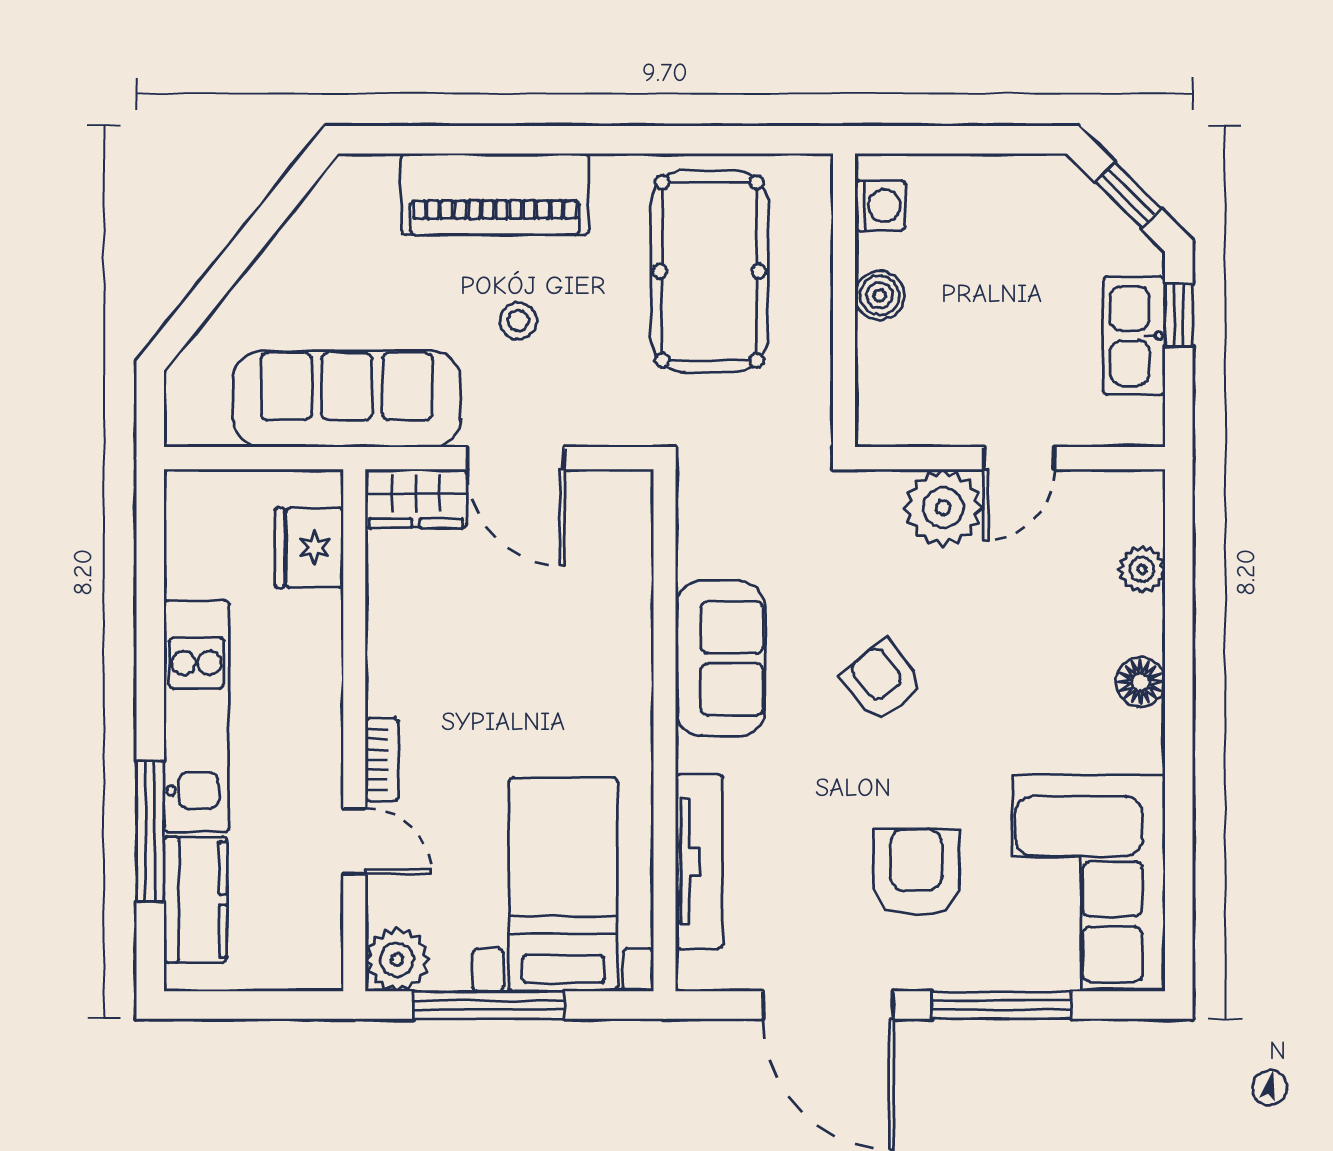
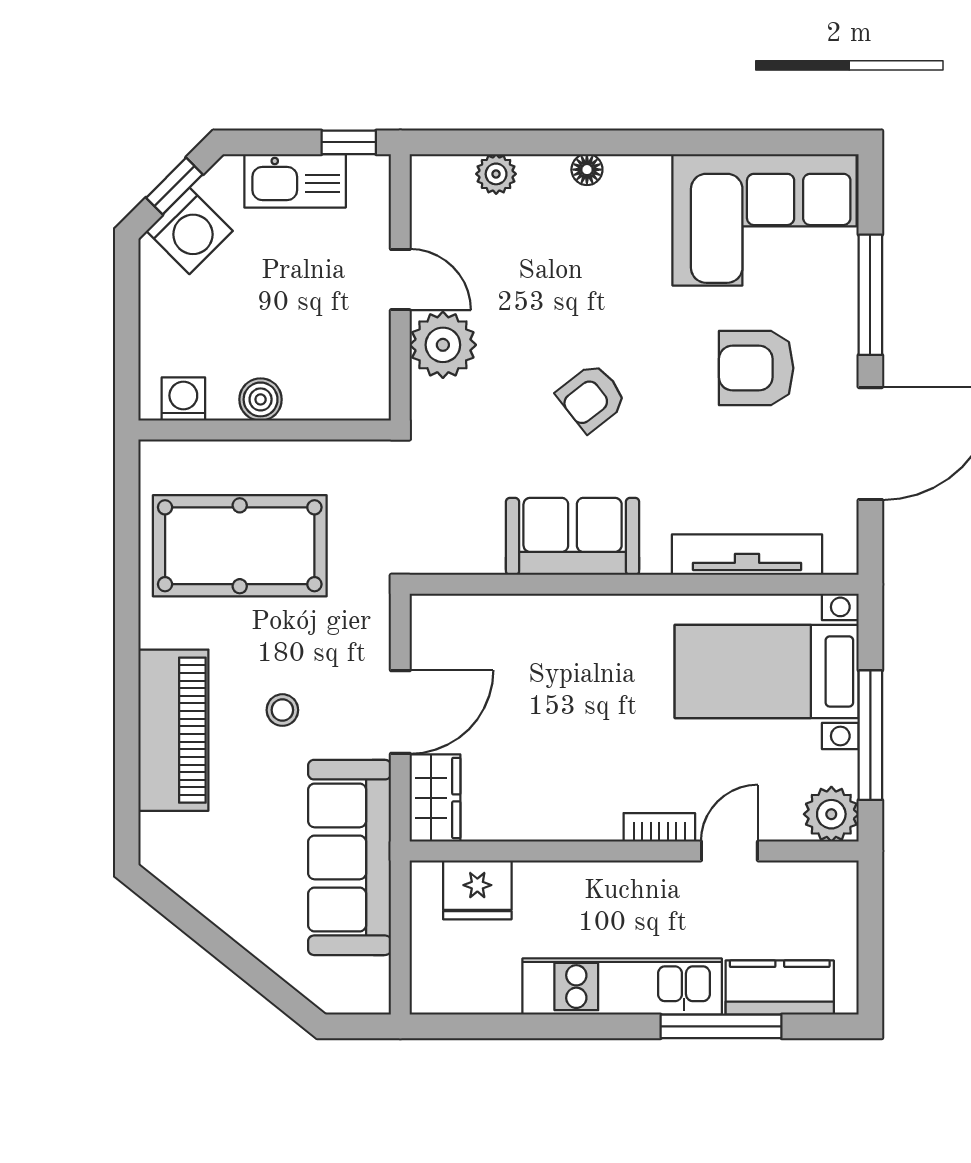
washing machine: (1076, 213) -> (189, 231), added
window: (1179, 315) -> (349, 142), moved
floor lamp: (1140, 682) -> (587, 170), width x0.73, depth x0.73

